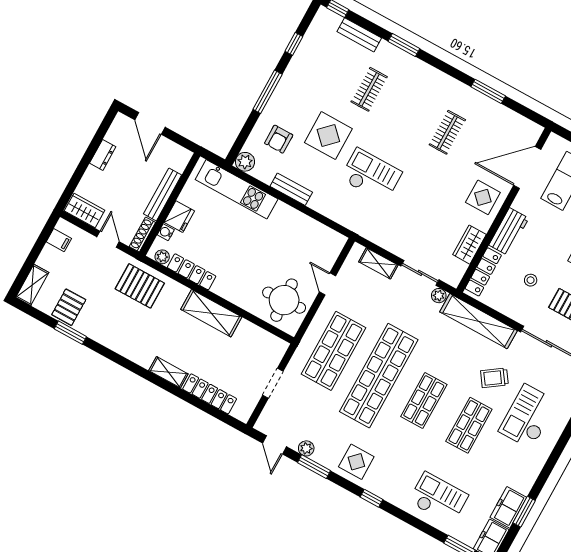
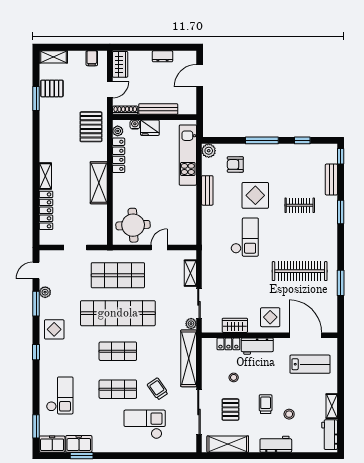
clothes rail: (447, 132) -> (300, 271), width x1.86, depth x1.31
locker: (483, 272) -> (228, 344), width x0.66

